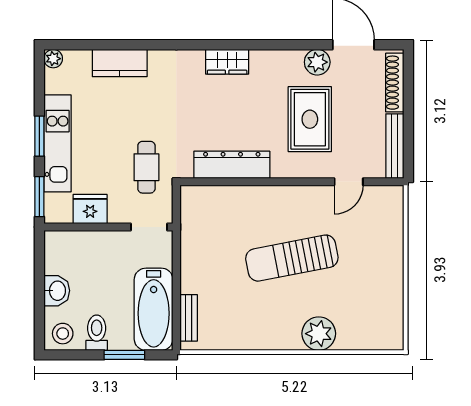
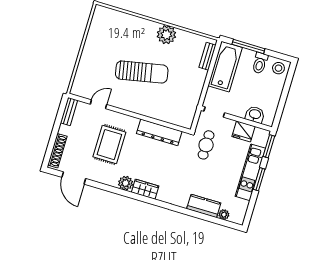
plant: (53, 59) -> (224, 215), moved
plant: (317, 62) -> (126, 183), moved
bench: (395, 146) -> (69, 112), width x0.73
washbasin: (57, 291) -> (255, 115), moved, turned 90
plant: (319, 334) -> (166, 35), moved
window: (124, 355) -> (248, 47), width x1.44

